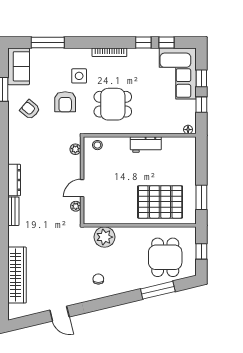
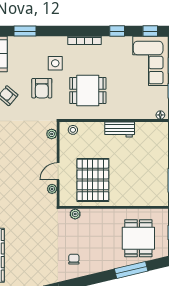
window: (48, 43) -> (25, 31), width x0.69
window: (167, 43) -> (150, 31), moved
pallet: (160, 202) -> (93, 180), moved, turned 90
plant: (105, 237) -> (75, 214), width x0.53, depth x0.53

